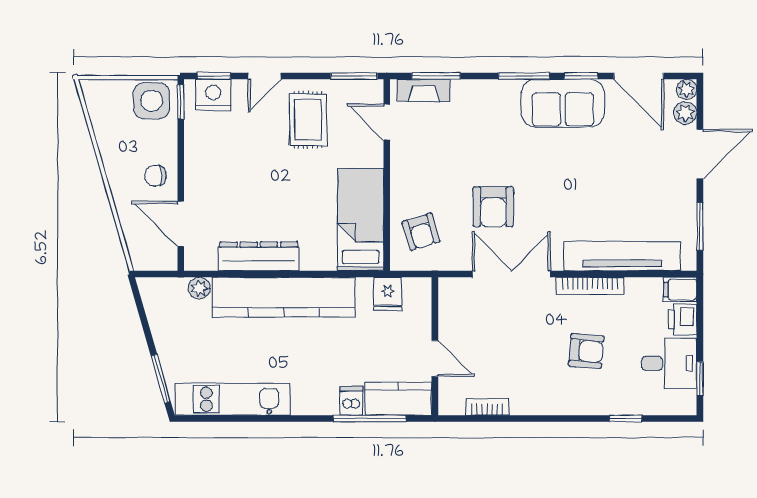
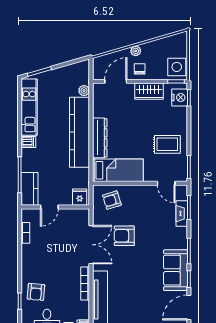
door: (264, 76) -> (189, 123), removed
fireplace: (424, 90) -> (182, 214), moved
door: (387, 122) -> (166, 183), swing flipped
wardrobe: (200, 157) -> (149, 91), added
plant: (119, 184) -> (136, 51), added
dresser: (259, 256) -> (100, 138), moved
fridge: (388, 294) -> (80, 197), moved, turned 90
armchair: (586, 351) -> (36, 292), moved
dishwasher: (351, 401) -> (28, 142), moved

